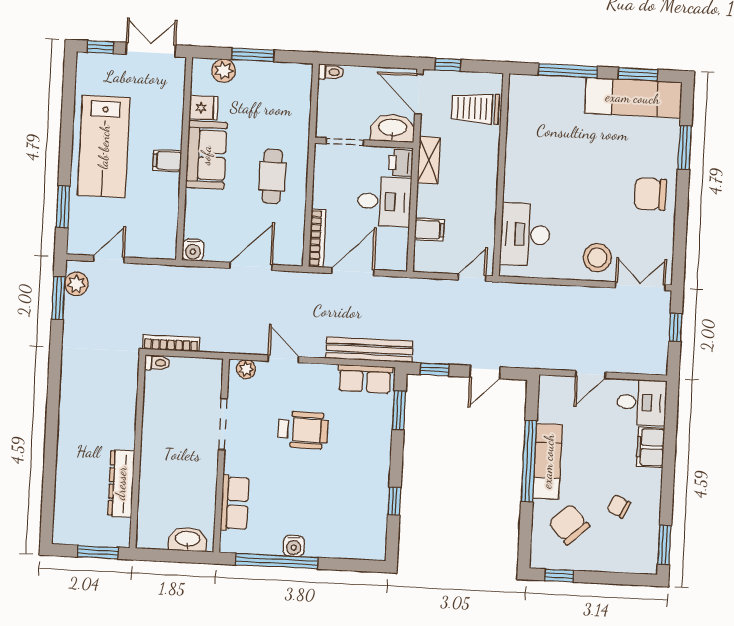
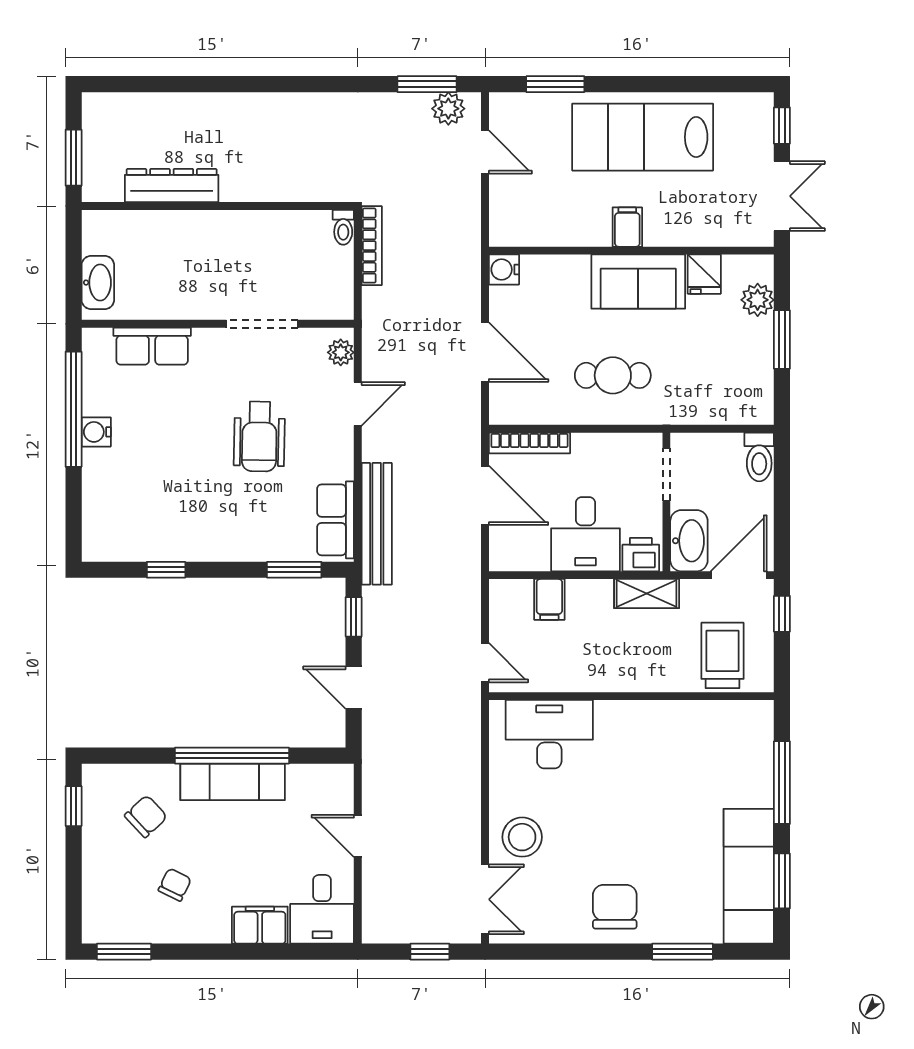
toilet: (331, 72) -> (759, 457), width x1.37, depth x1.39
chair: (569, 524) -> (146, 816), width x0.73, depth x0.73

